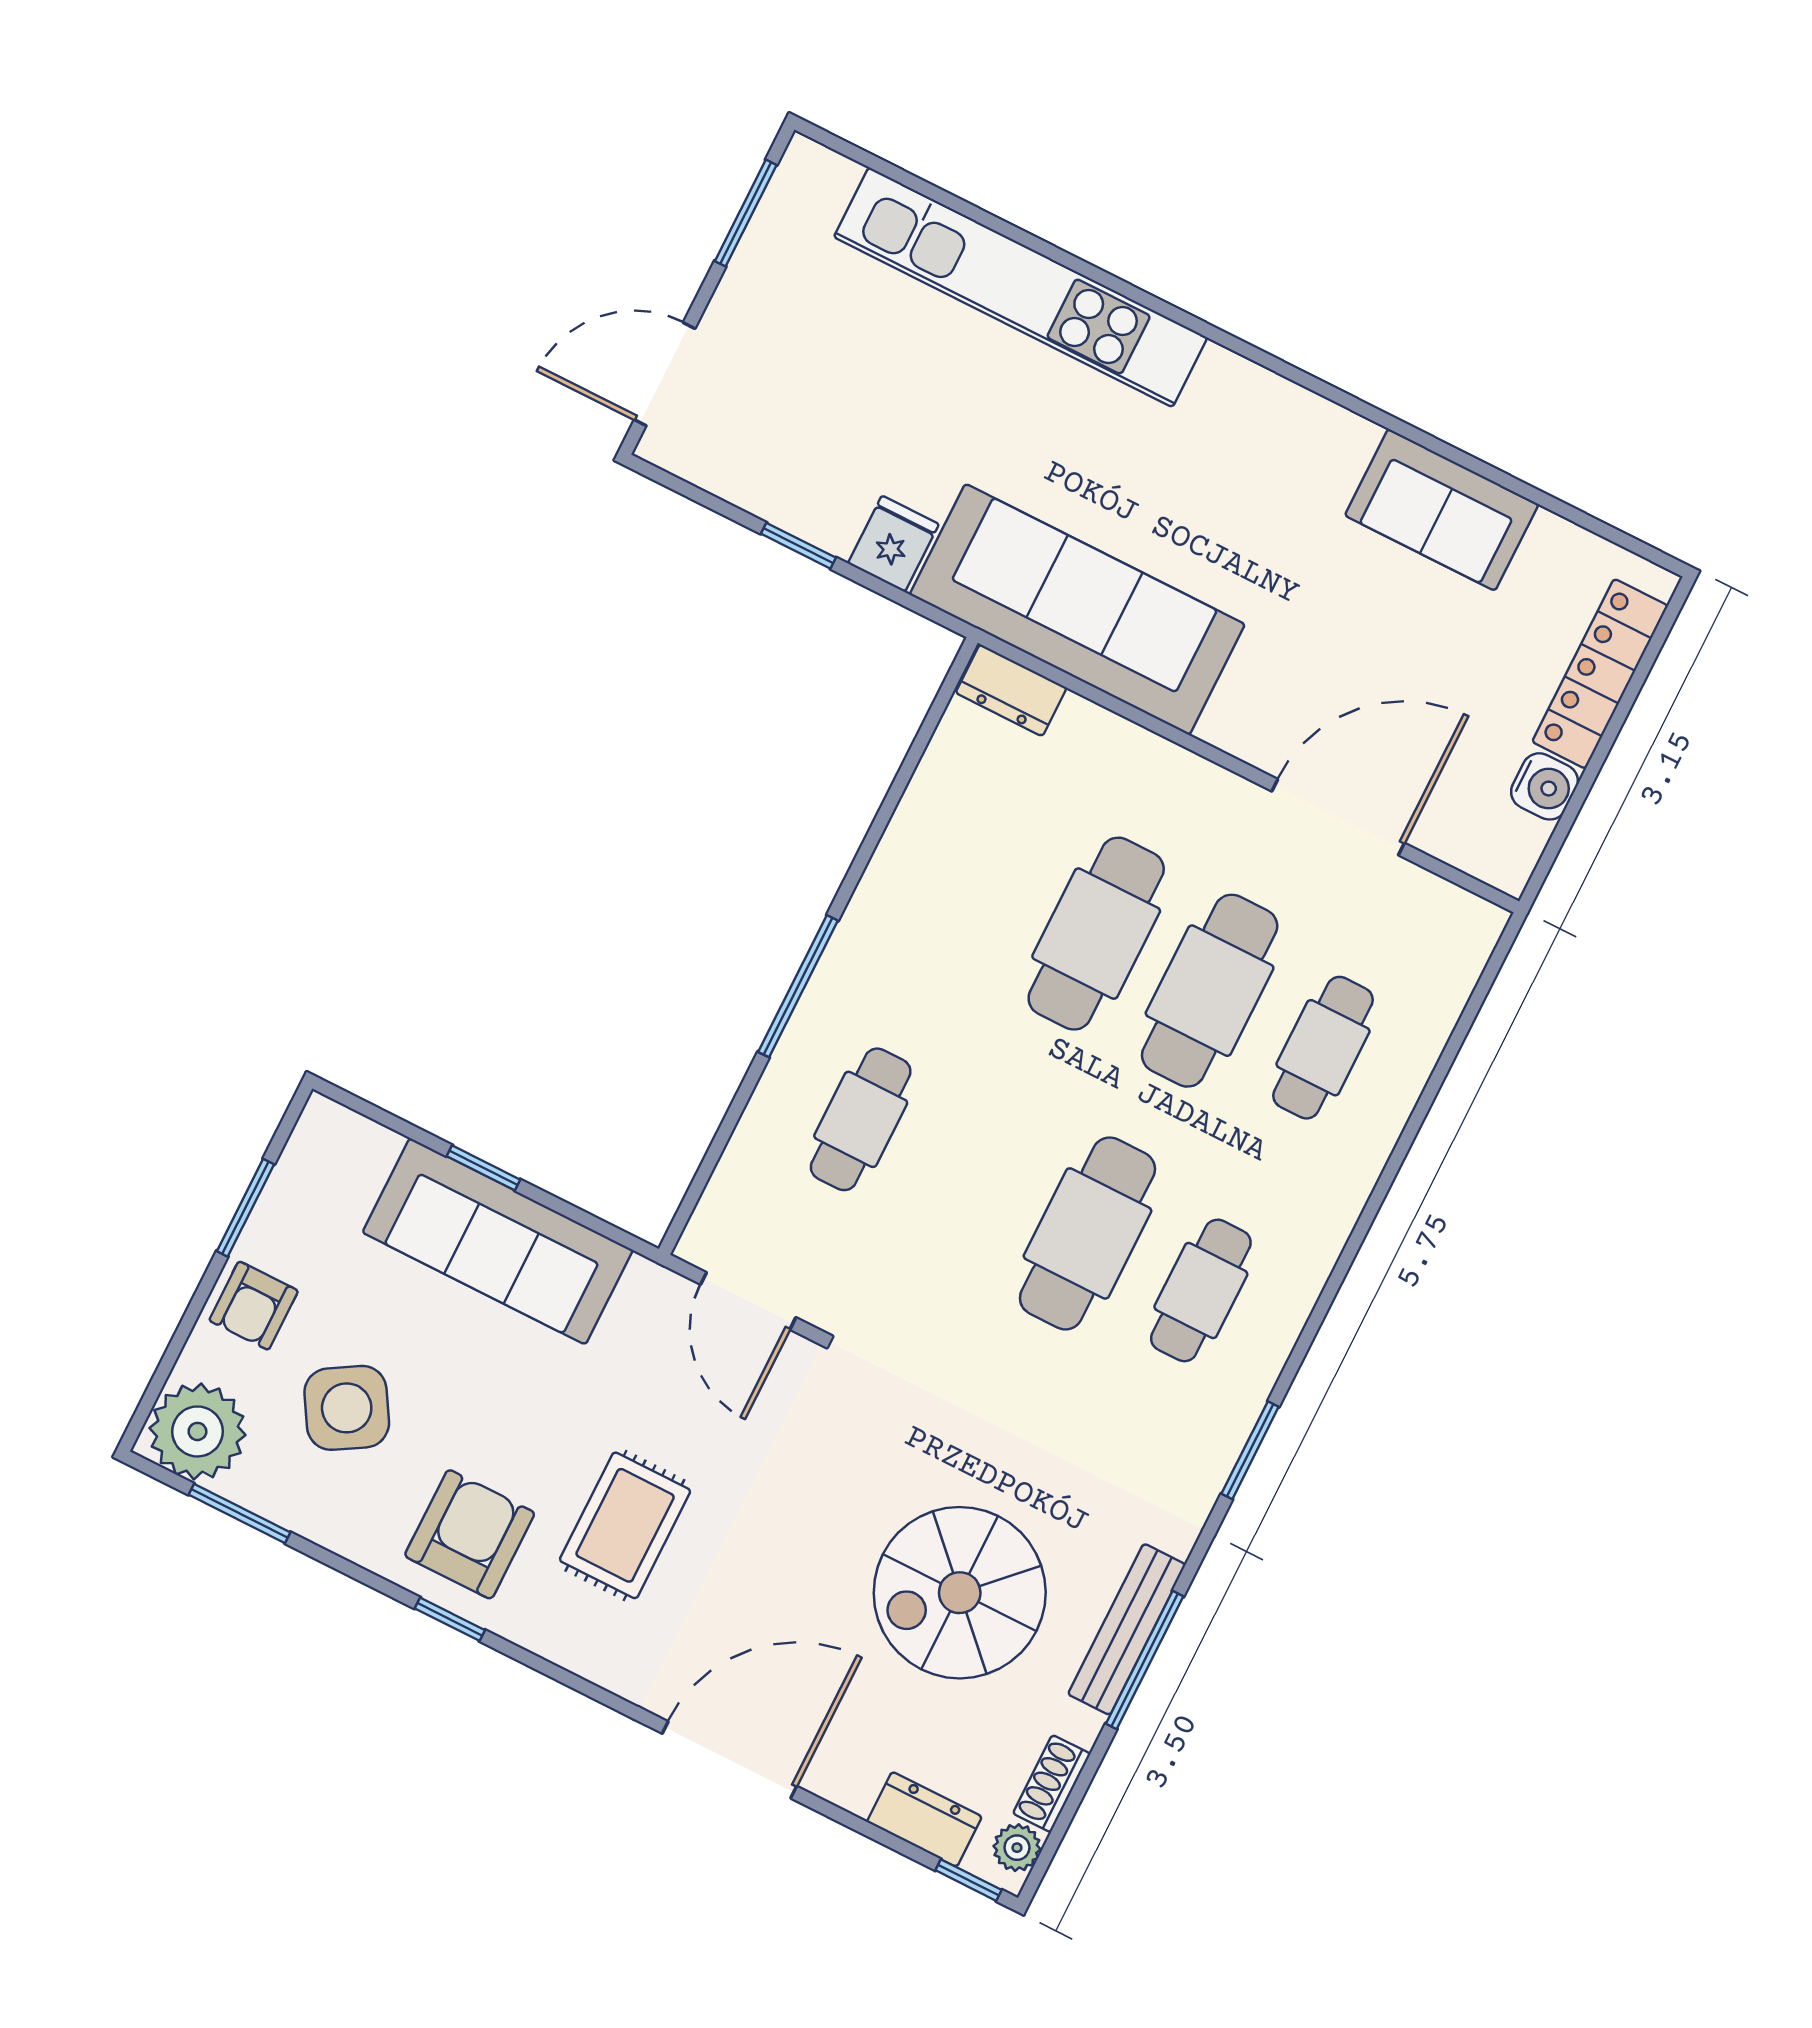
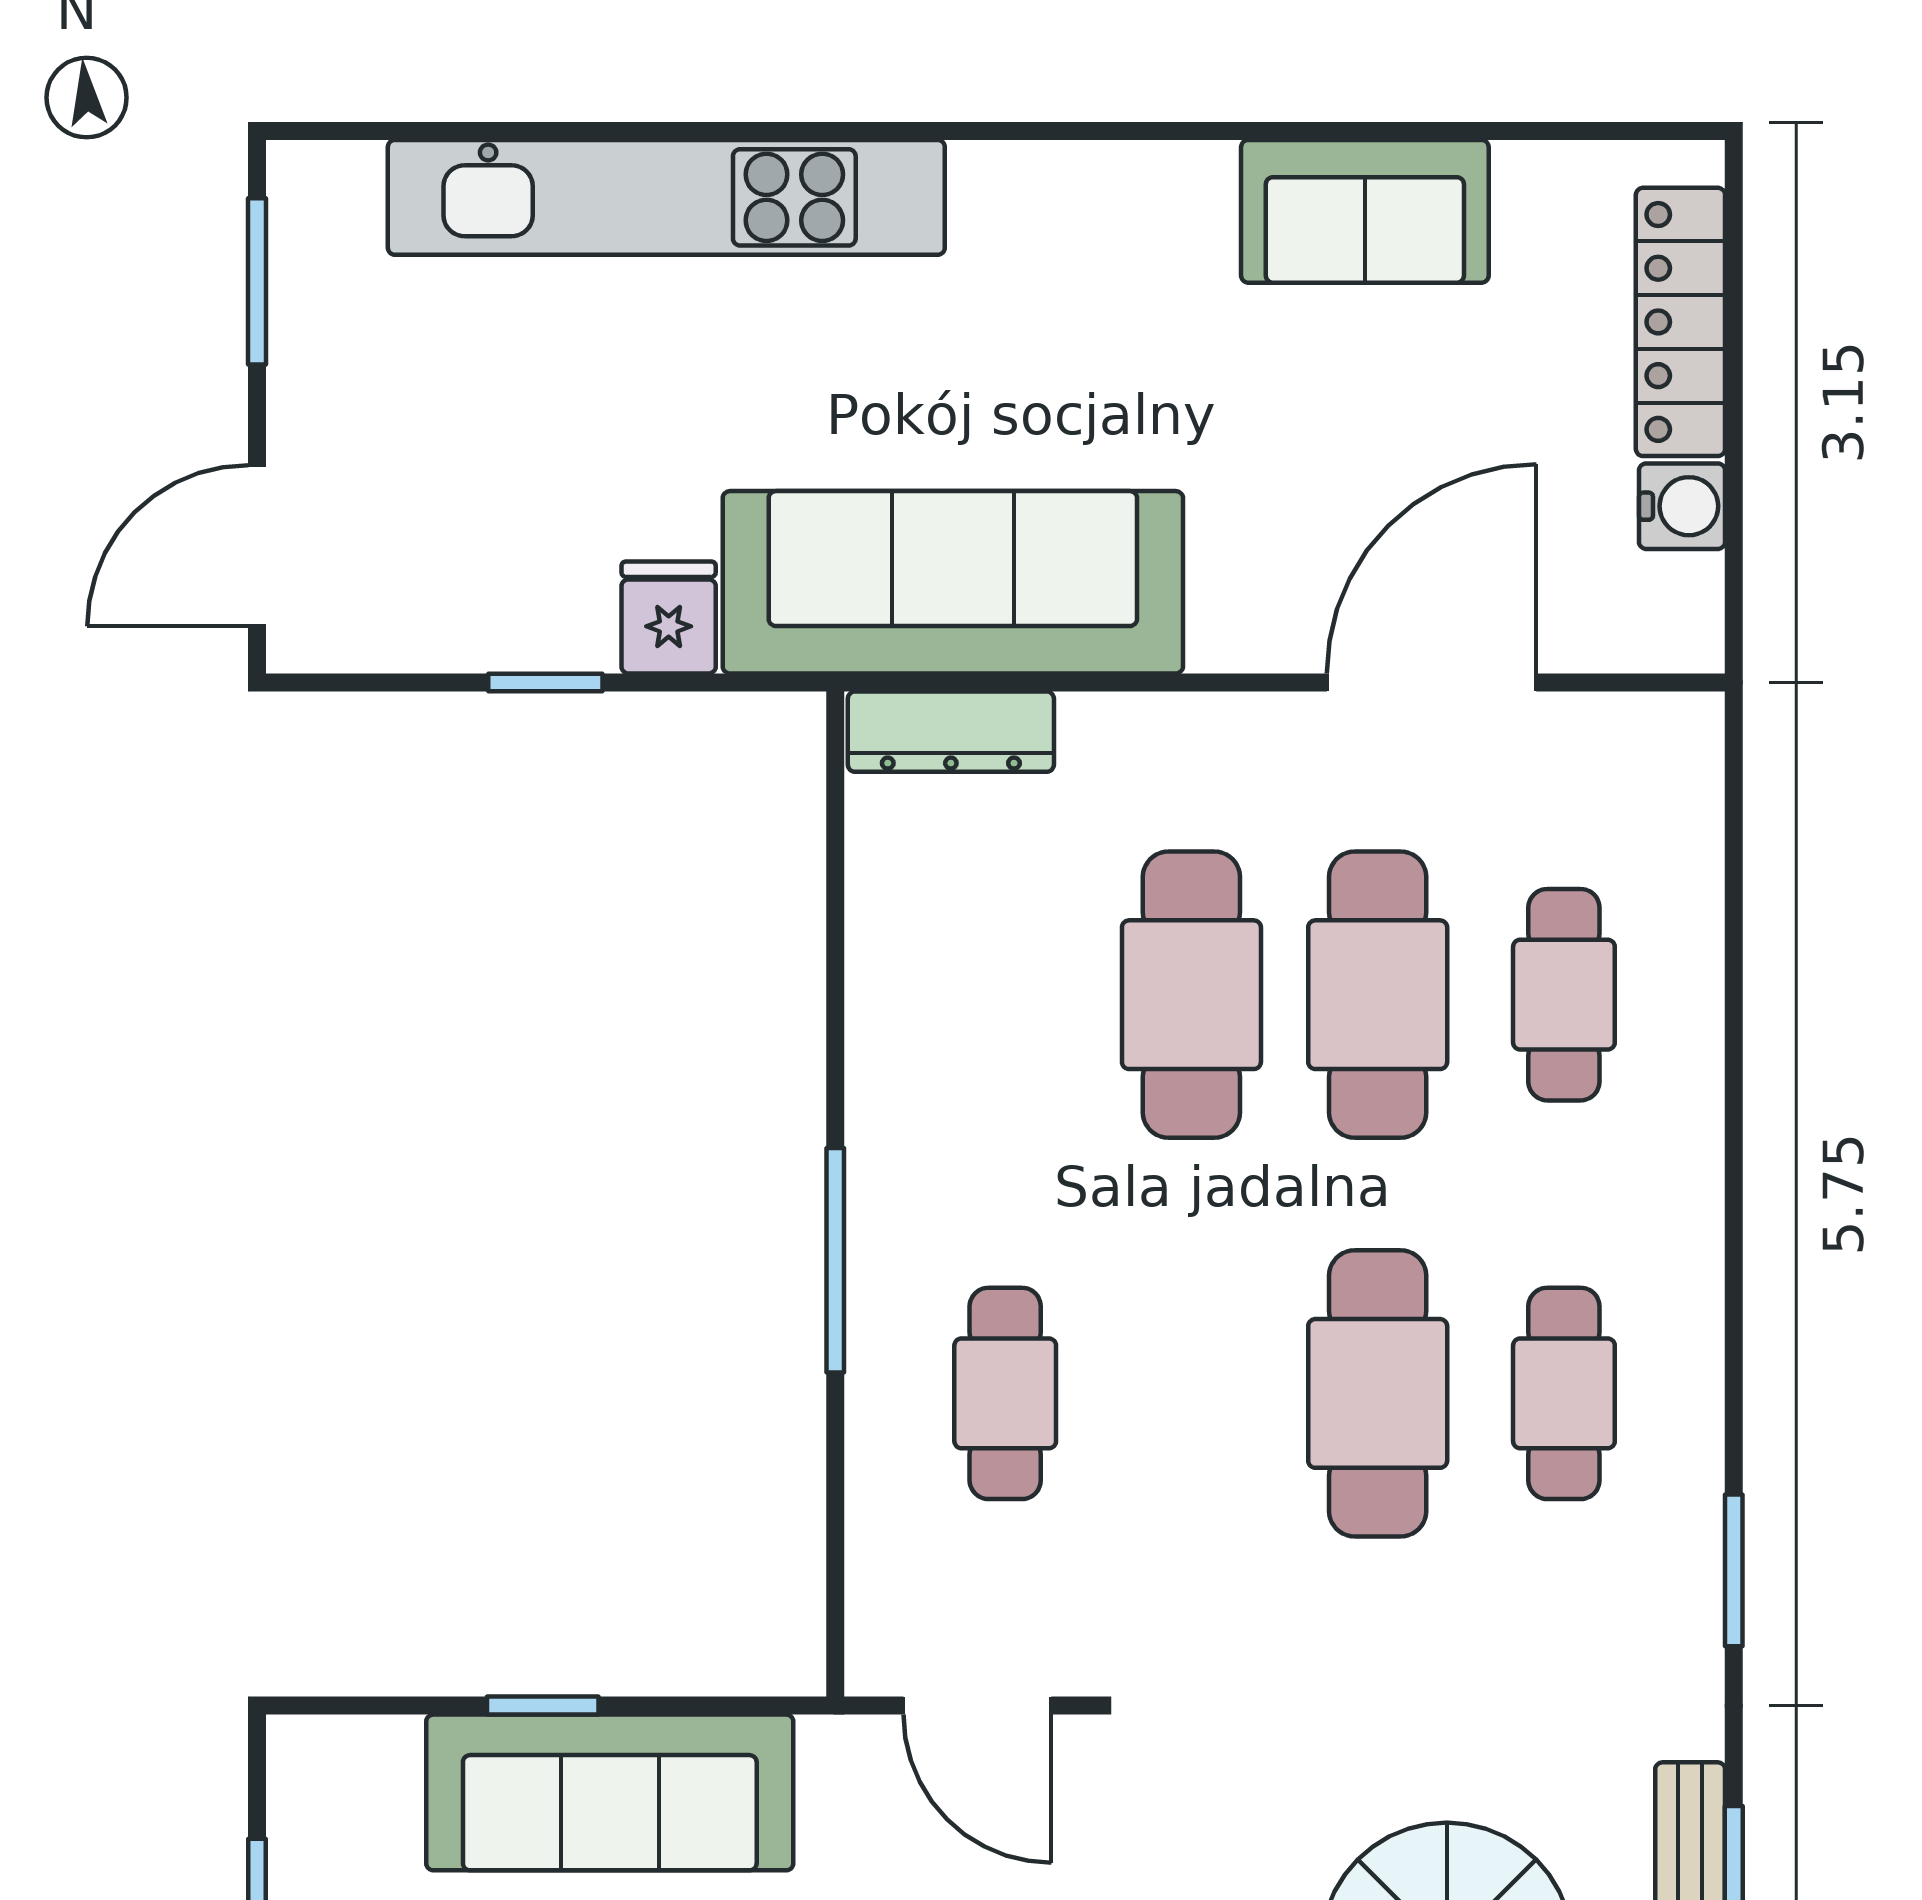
dresser: (1011, 690) -> (951, 732), width x1.44

